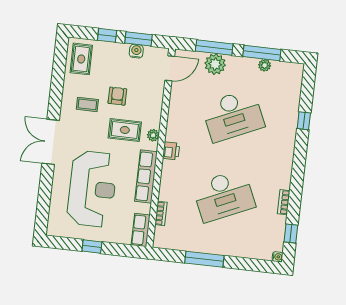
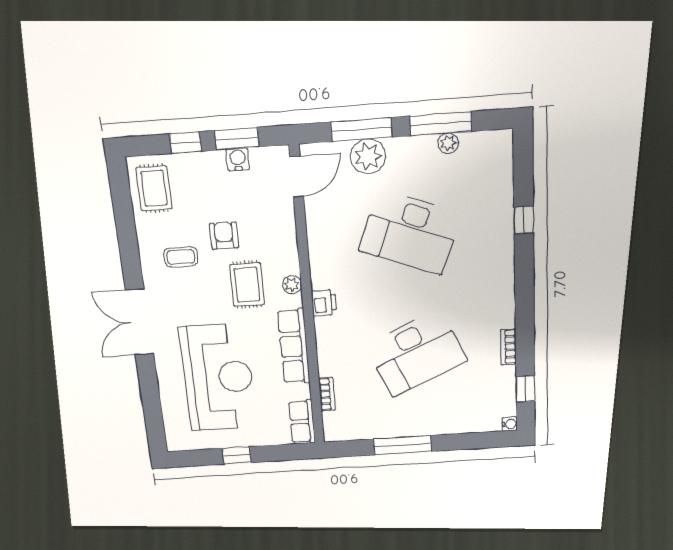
desk: (233, 115) -> (410, 232), turned 45
rug: (125, 130) -> (247, 285), turned 90

